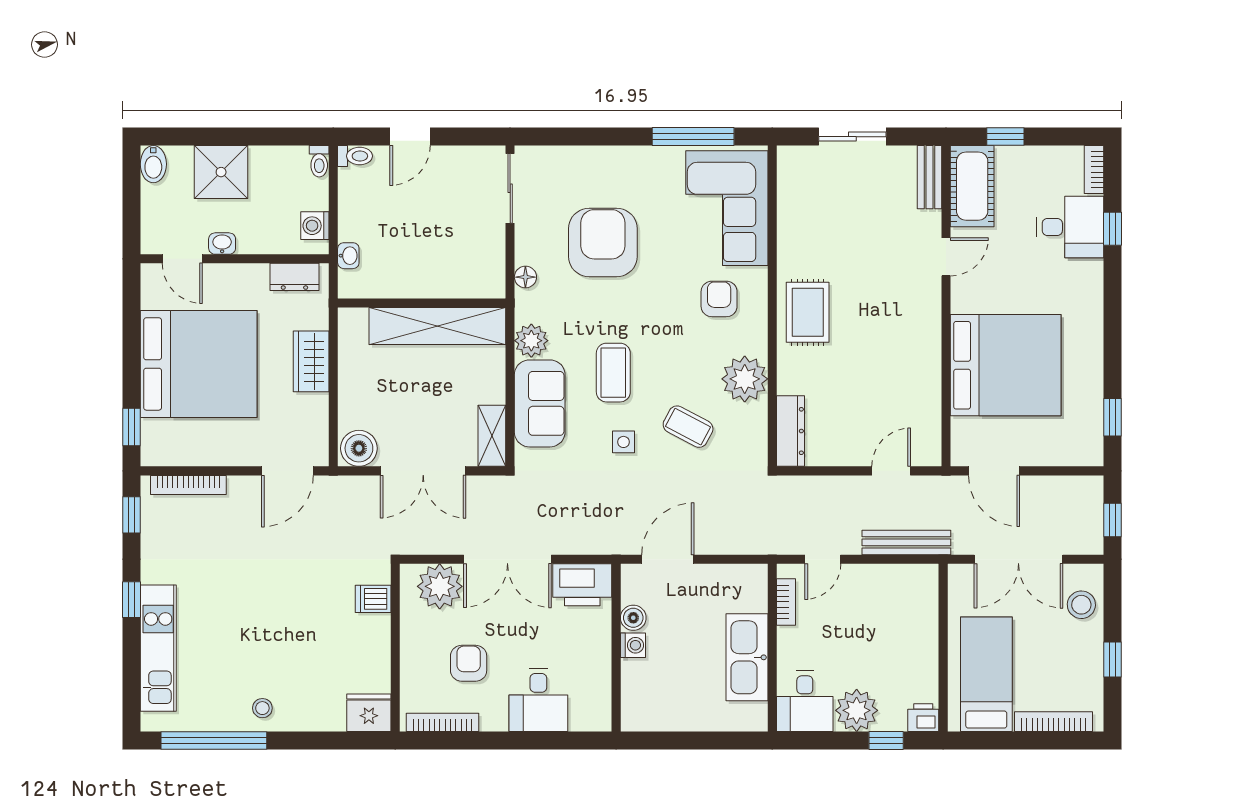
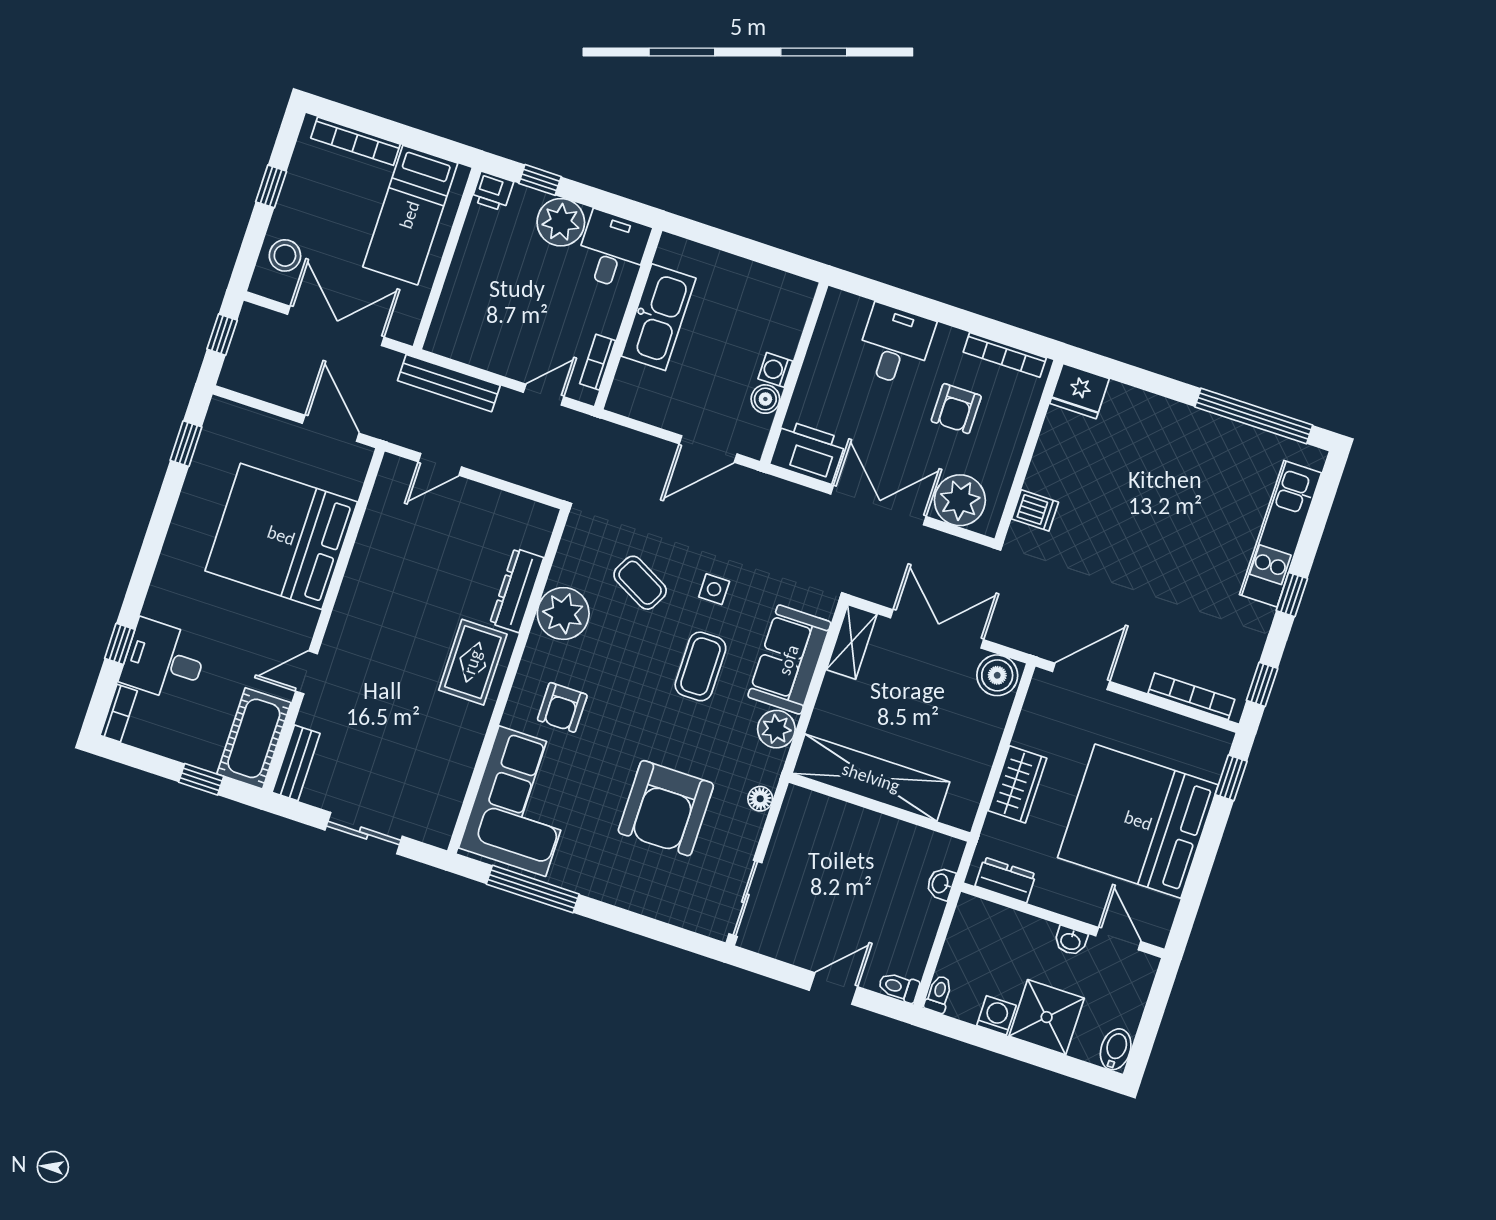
washing machine: (315, 226) -> (996, 1015), moved, turned -90
dresser: (791, 431) -> (517, 590), moved
stool: (262, 708) -> (1191, 433), removed

